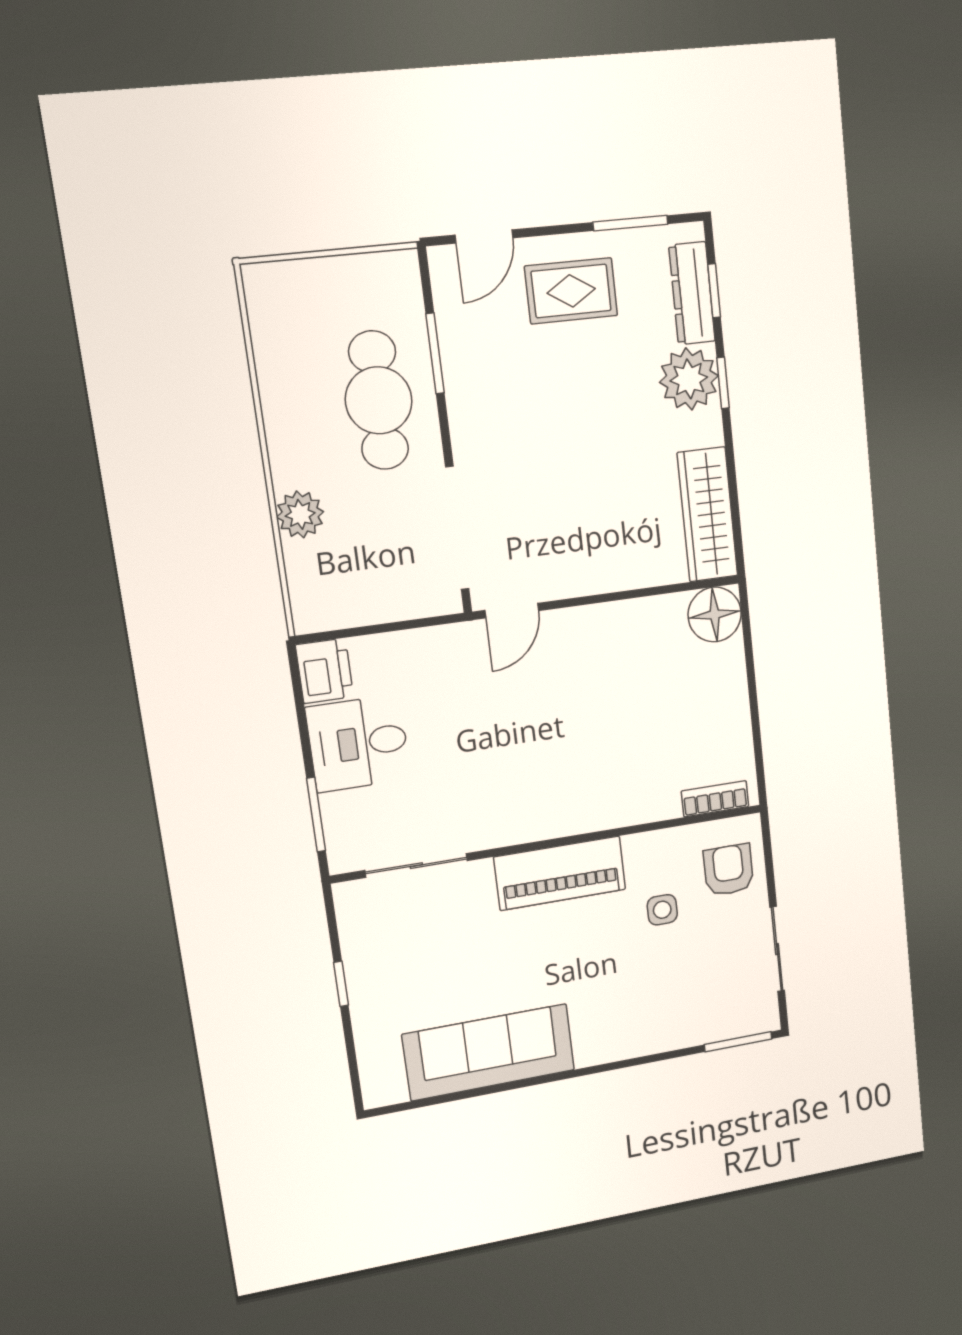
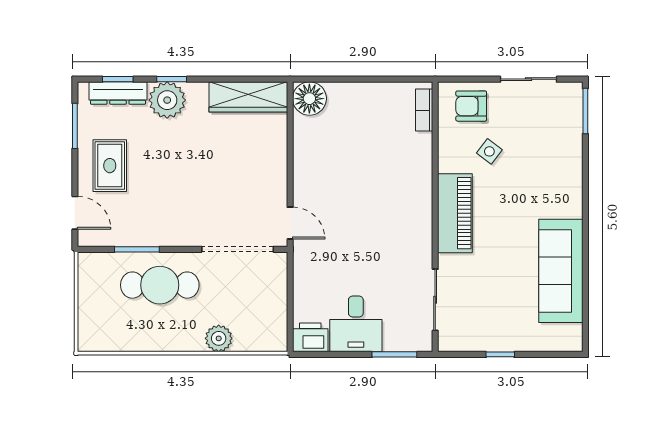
side table: (662, 910) -> (489, 151), turned 37

